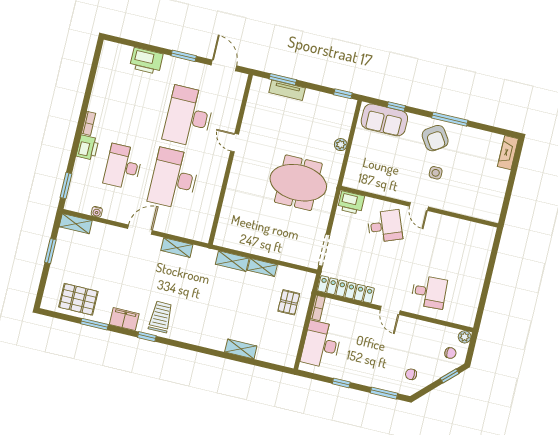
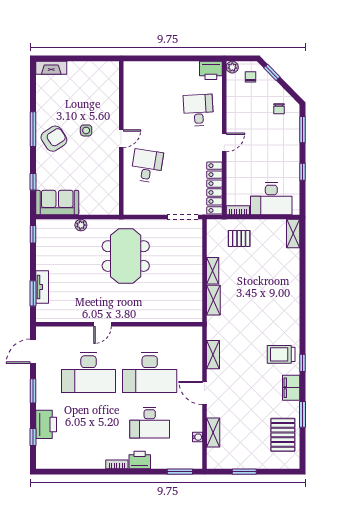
window: (137, 45) -> (33, 437), added
sofa: (384, 120) -> (57, 203), moved, turned -90
printer: (351, 203) -> (211, 70), moved, turned 90
shelving: (76, 224) -> (213, 433), moved
desk: (385, 226) -> (147, 166), turned 30
shelving: (241, 349) -> (293, 233), moved

